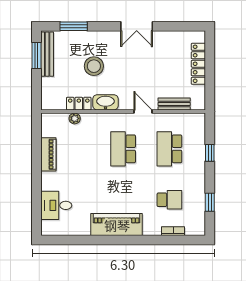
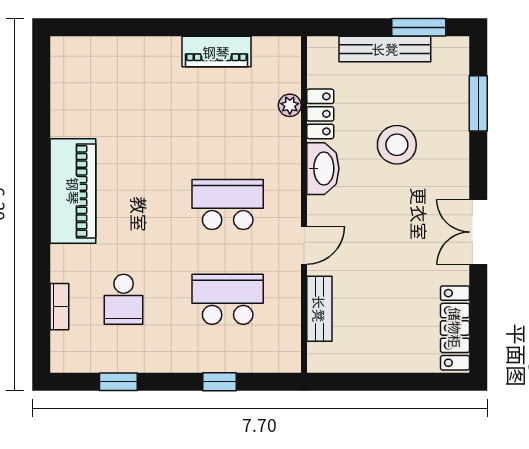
bench: (47, 54) -> (385, 49), moved
locker: (198, 64) -> (455, 328), moved, turned -90
desk: (56, 205) -> (112, 68), removed

